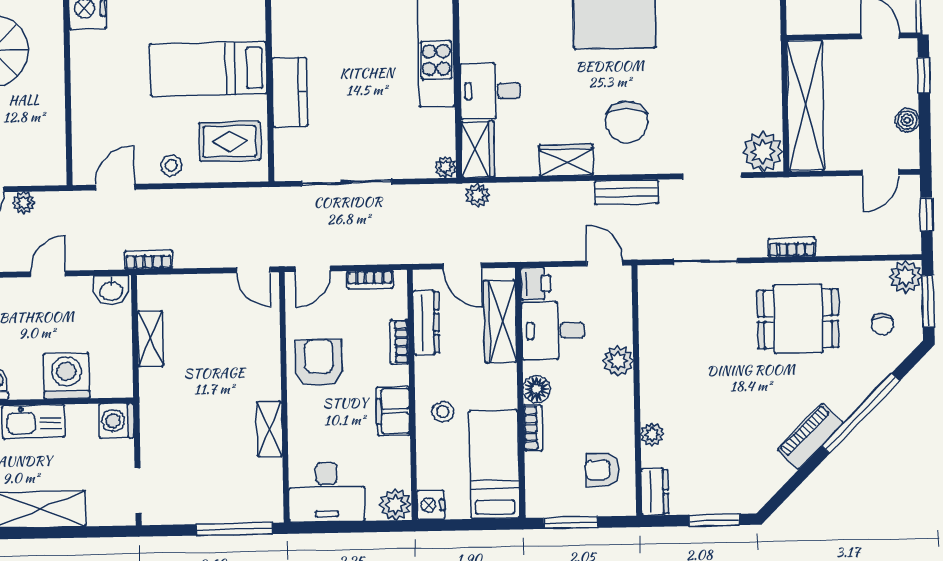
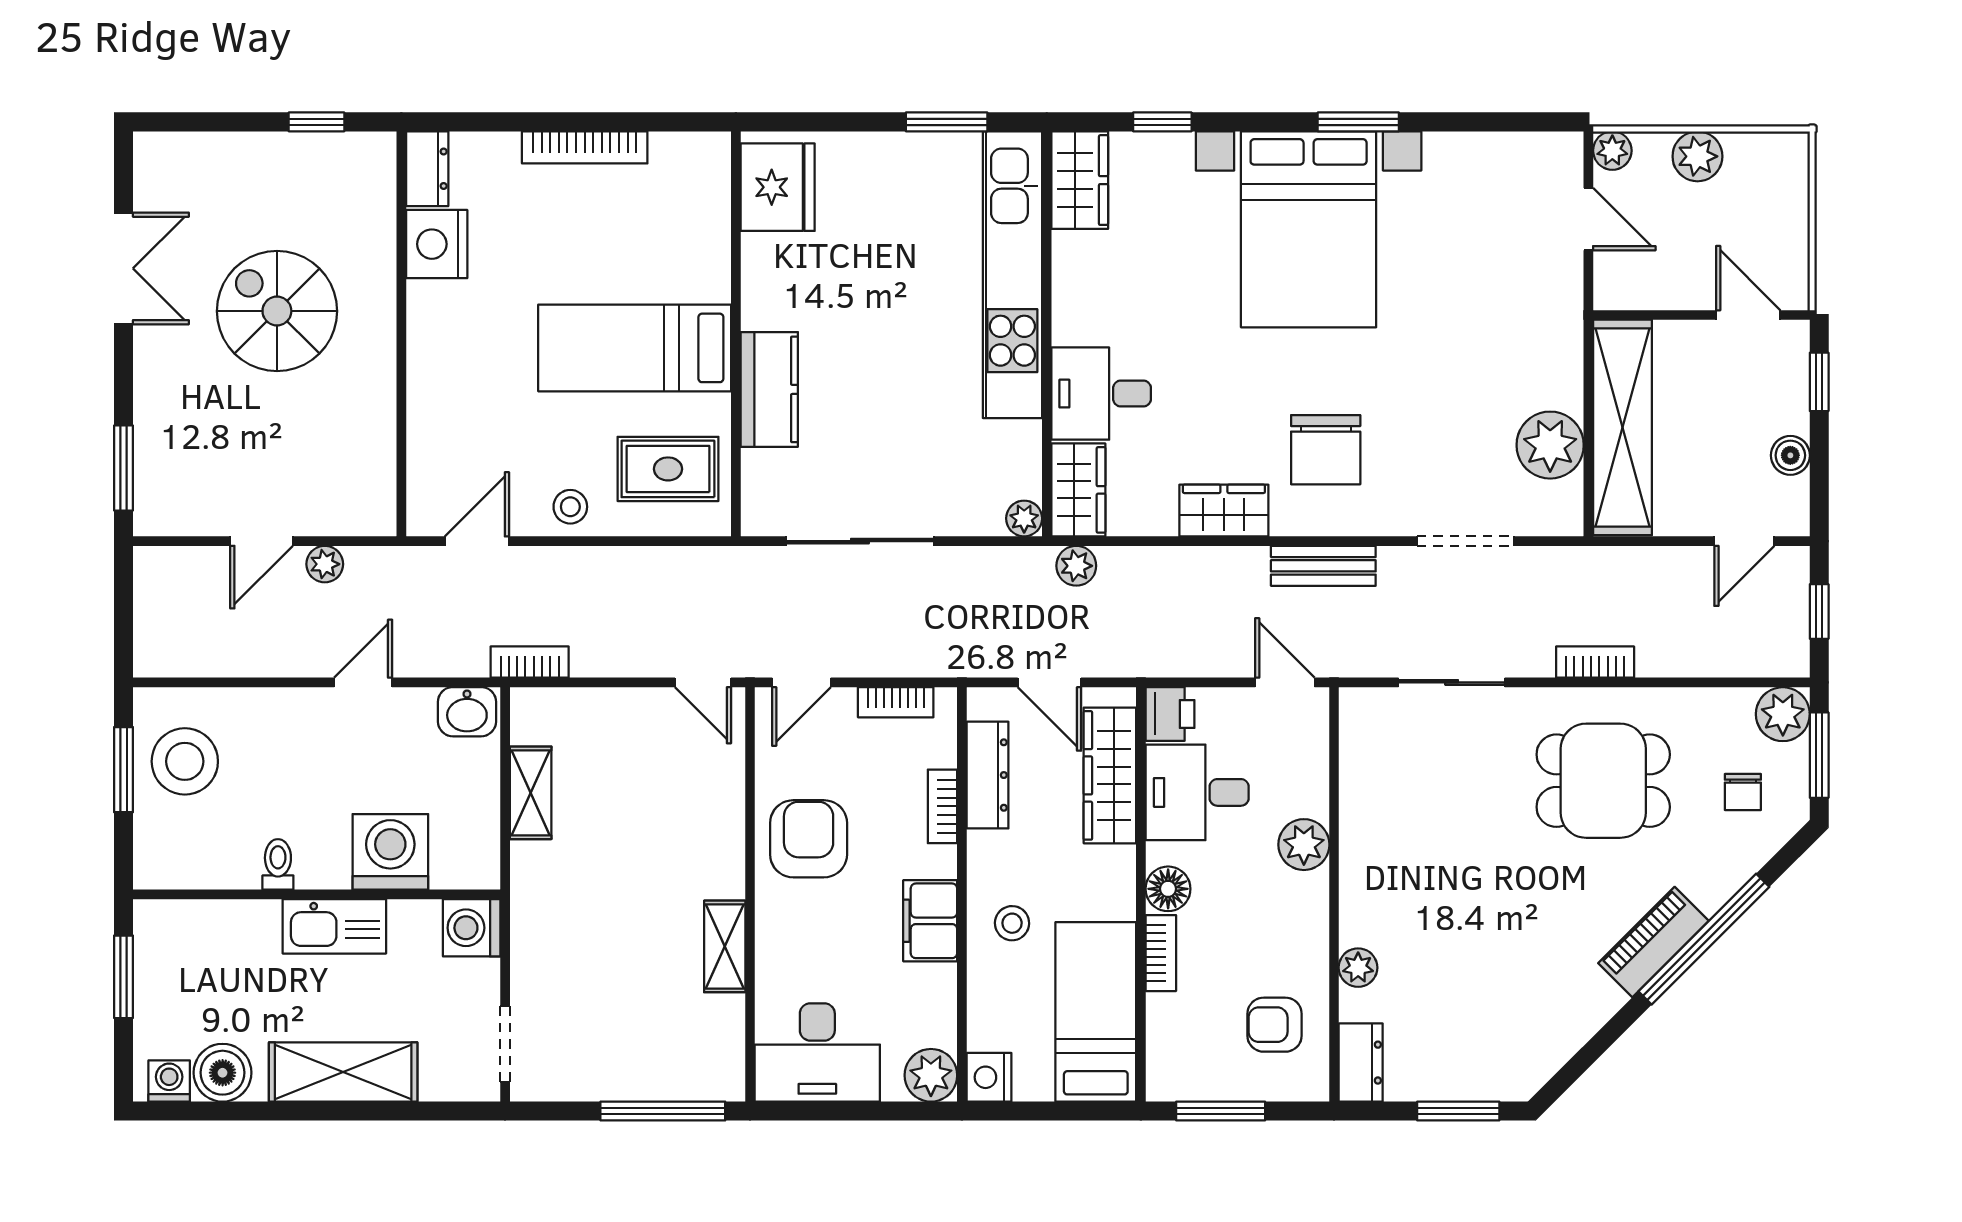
plant: (763, 152) -> (1550, 445), moved
piano: (810, 436) -> (1653, 942), moved

